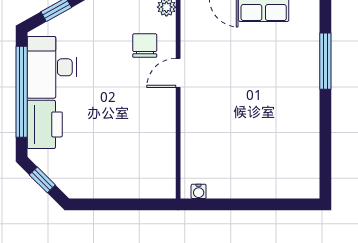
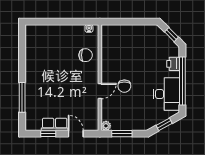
chair: (145, 45) -> (124, 86), moved
printer: (45, 124) -> (173, 64), width x0.53, depth x0.68
chair: (205, 141) -> (86, 55), added

